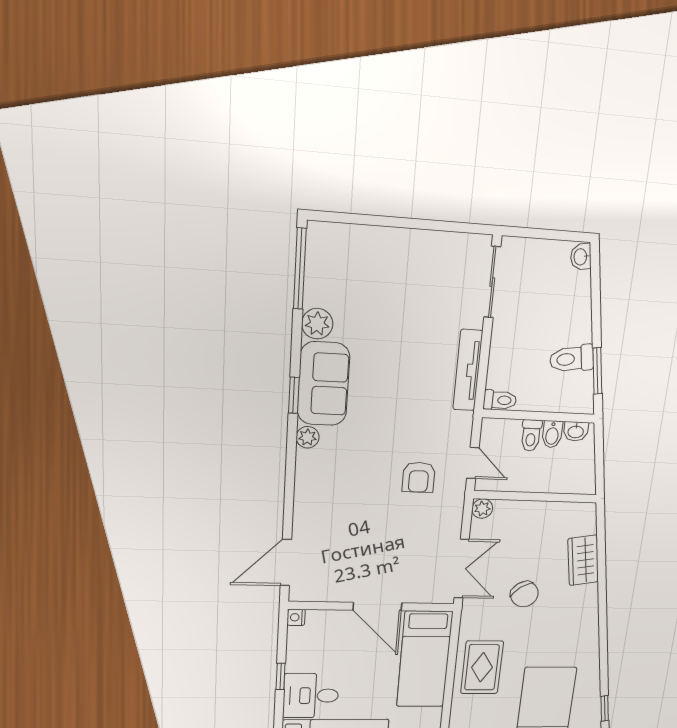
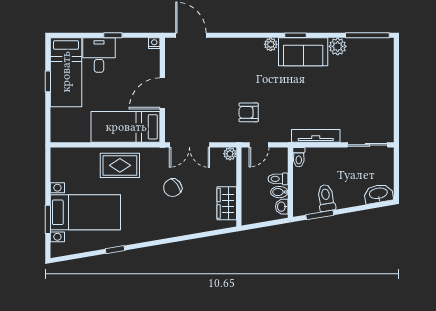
washbasin: (581, 257) -> (378, 194), width x1.91, depth x1.45
wardrobe: (583, 560) -> (227, 203), moved, turned -80
window: (605, 708) -> (115, 250), moved

